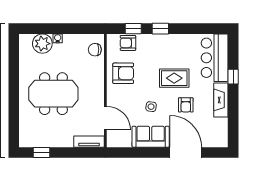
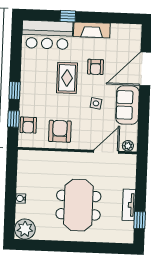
plant: (42, 44) -> (25, 229), moved
chair: (95, 50) -> (34, 160), removed
armchair: (186, 105) -> (96, 67), turned 90
plant: (112, 139) -> (128, 146), added
tv unit: (89, 142) -> (129, 205), moved

